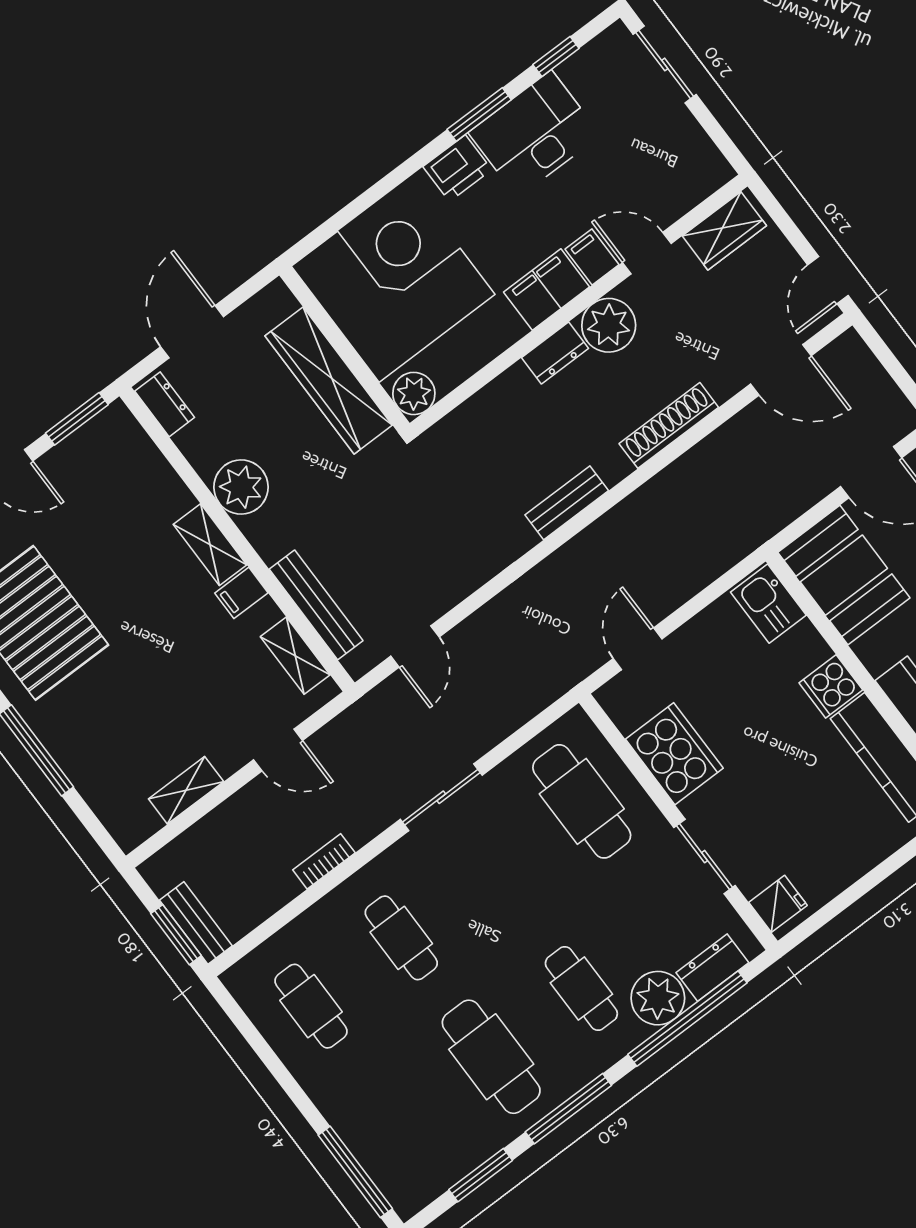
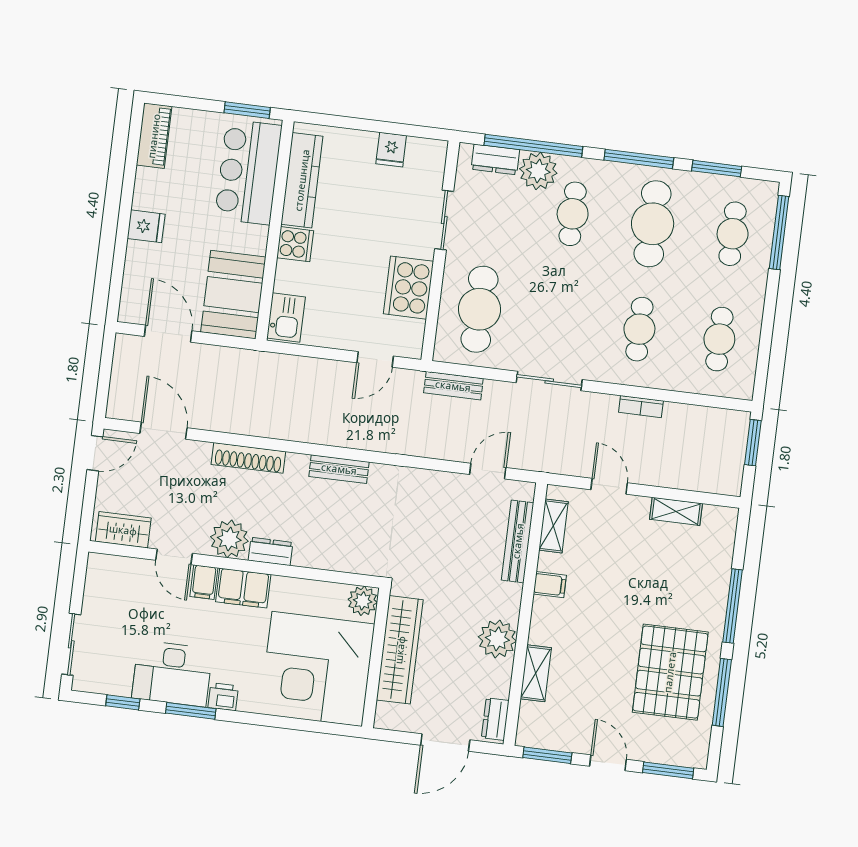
printer: (457, 168) -> (223, 697), width x0.73, depth x0.81
shelving: (210, 545) -> (536, 673), moved
fridge: (778, 904) -> (391, 150), moved, turned -90
bench: (196, 923) -> (453, 386), moved, turned 90
cafe table: (401, 1125) -> (733, 234), added

